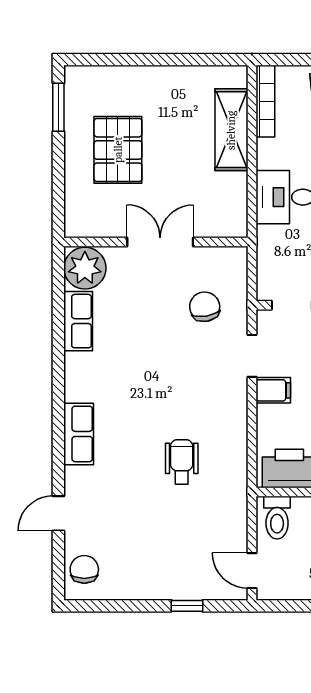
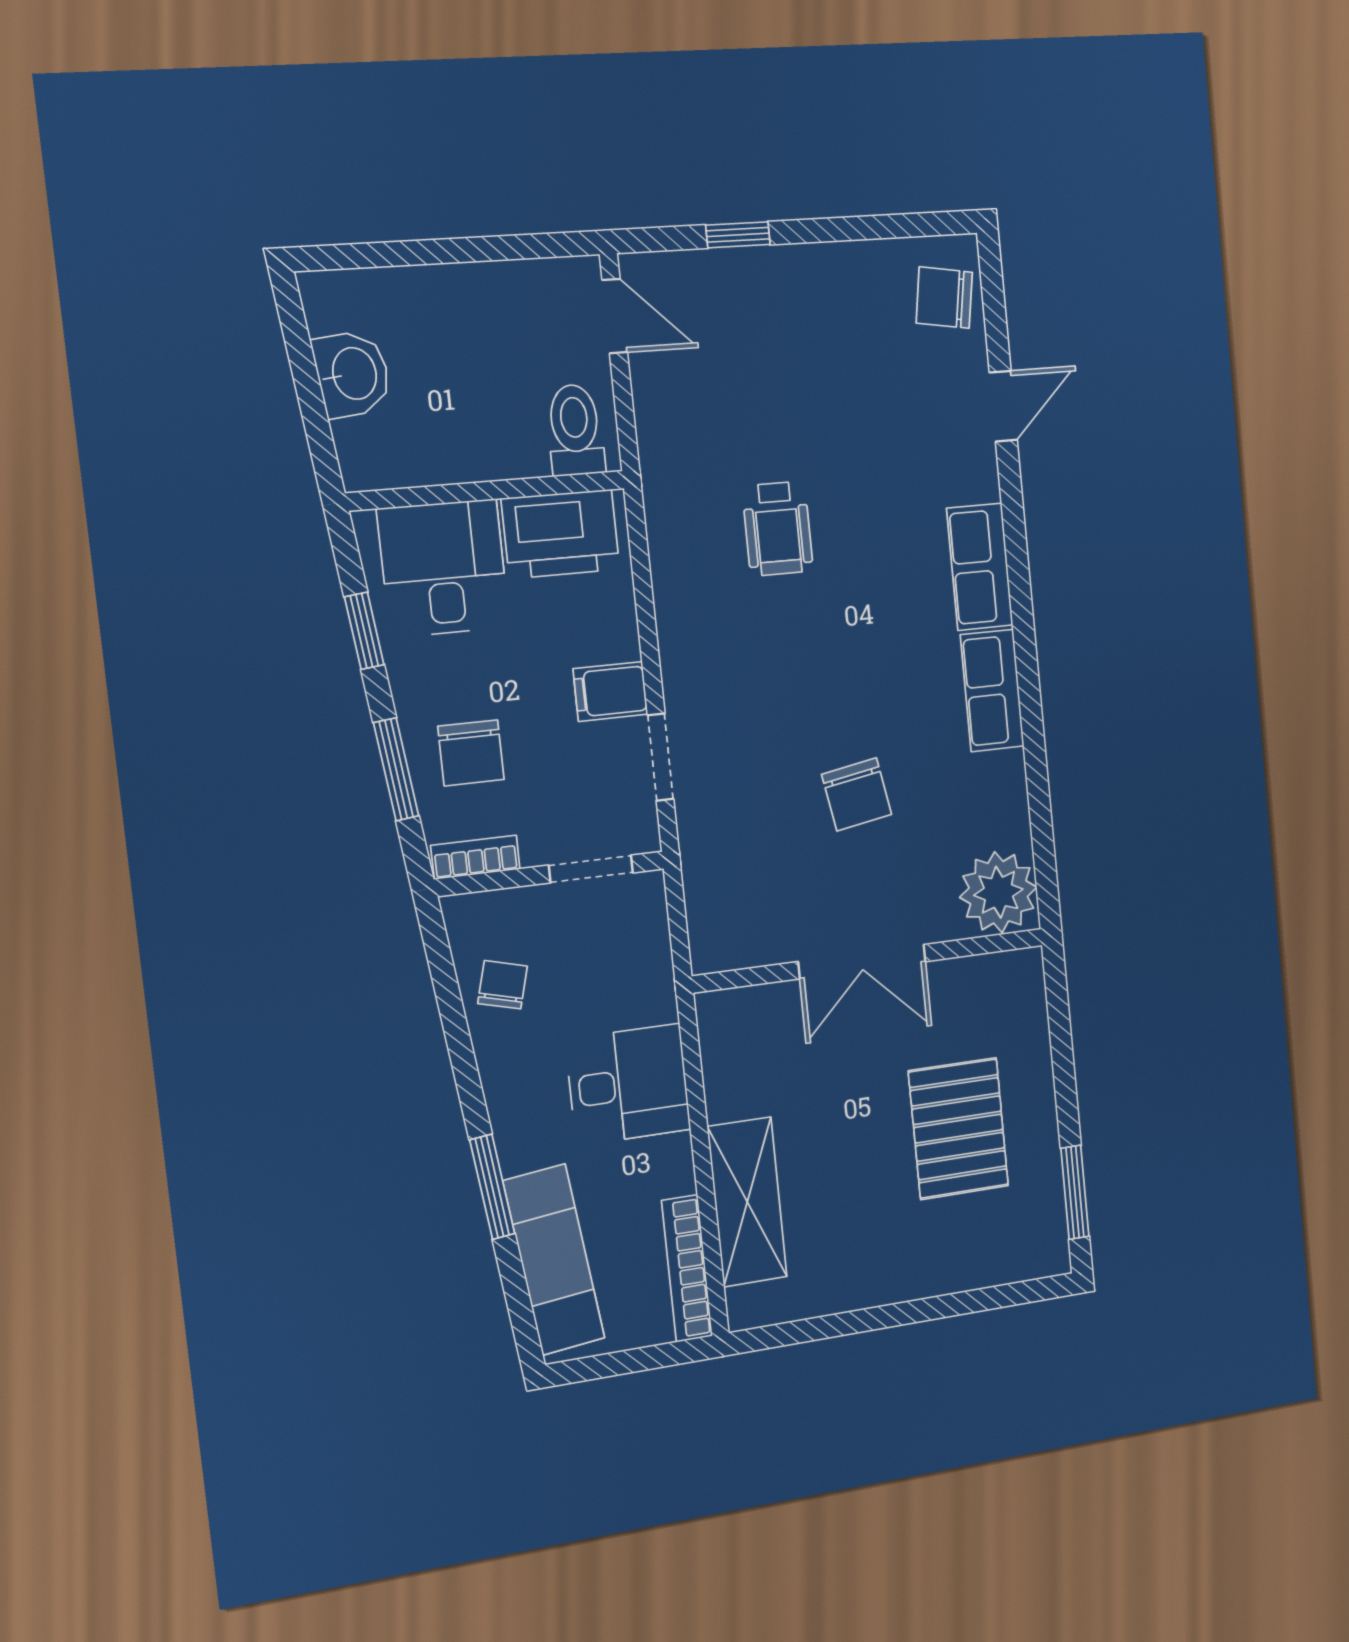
chair: (205, 307) -> (857, 794), moved
row of seats: (78, 321) -> (992, 690), moved
chair: (84, 569) -> (944, 298), turned 99

